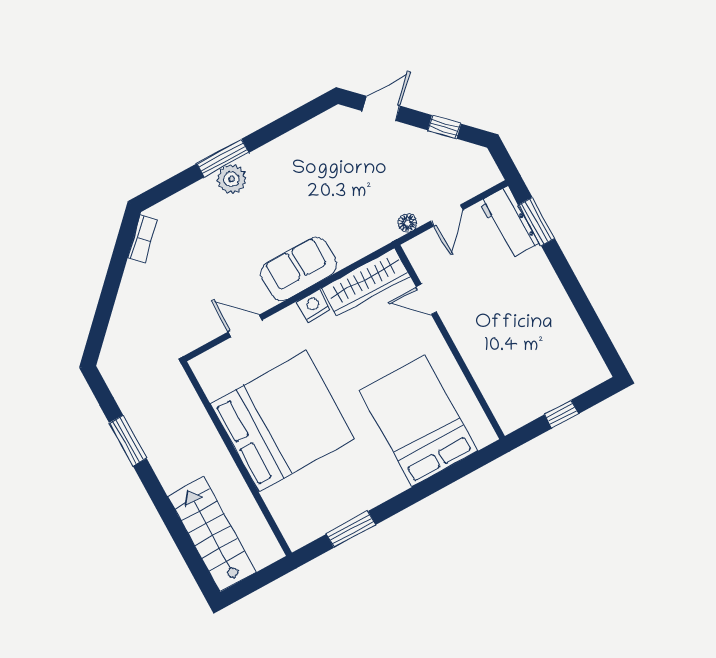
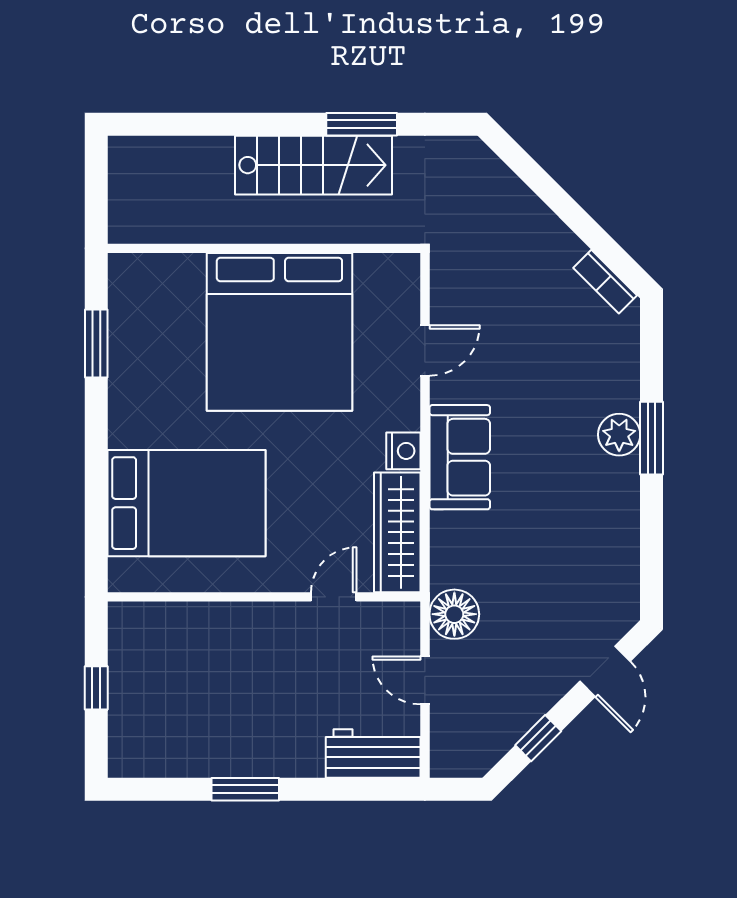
window: (537, 222) -> (245, 789), moved
floor lamp: (408, 223) -> (454, 614), width x1.89, depth x1.89
stairs: (212, 534) -> (314, 165), moved

